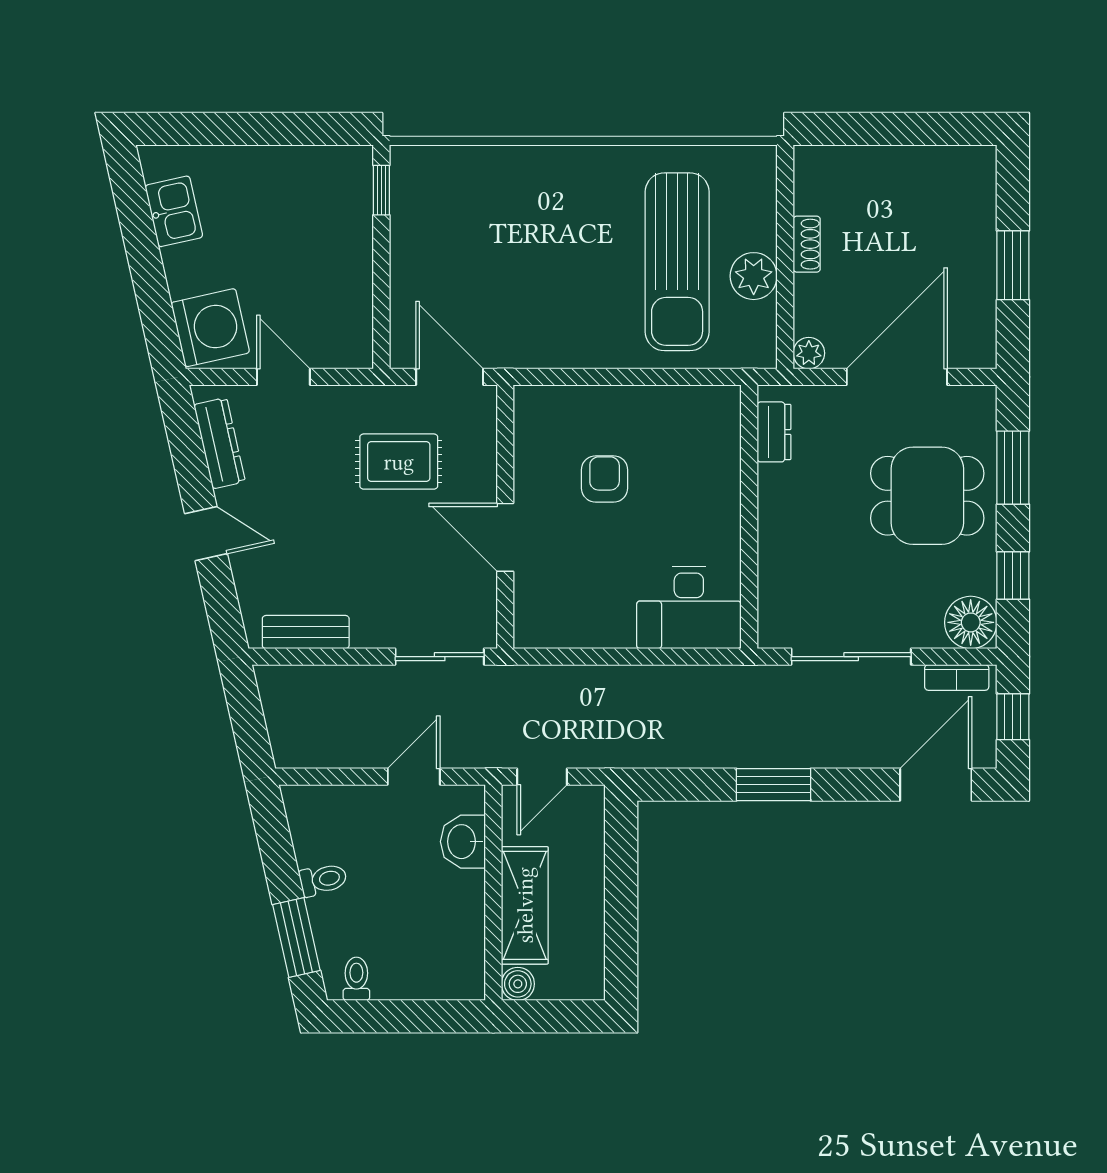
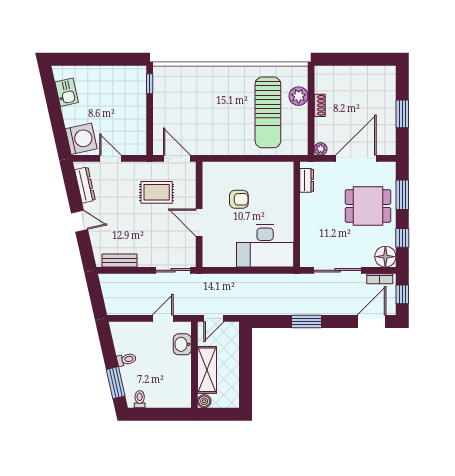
plant: (754, 276) -> (299, 96), moved
armchair: (605, 479) -> (239, 199), turned 90
desk: (689, 608) -> (265, 246), width x1.36, depth x1.30

